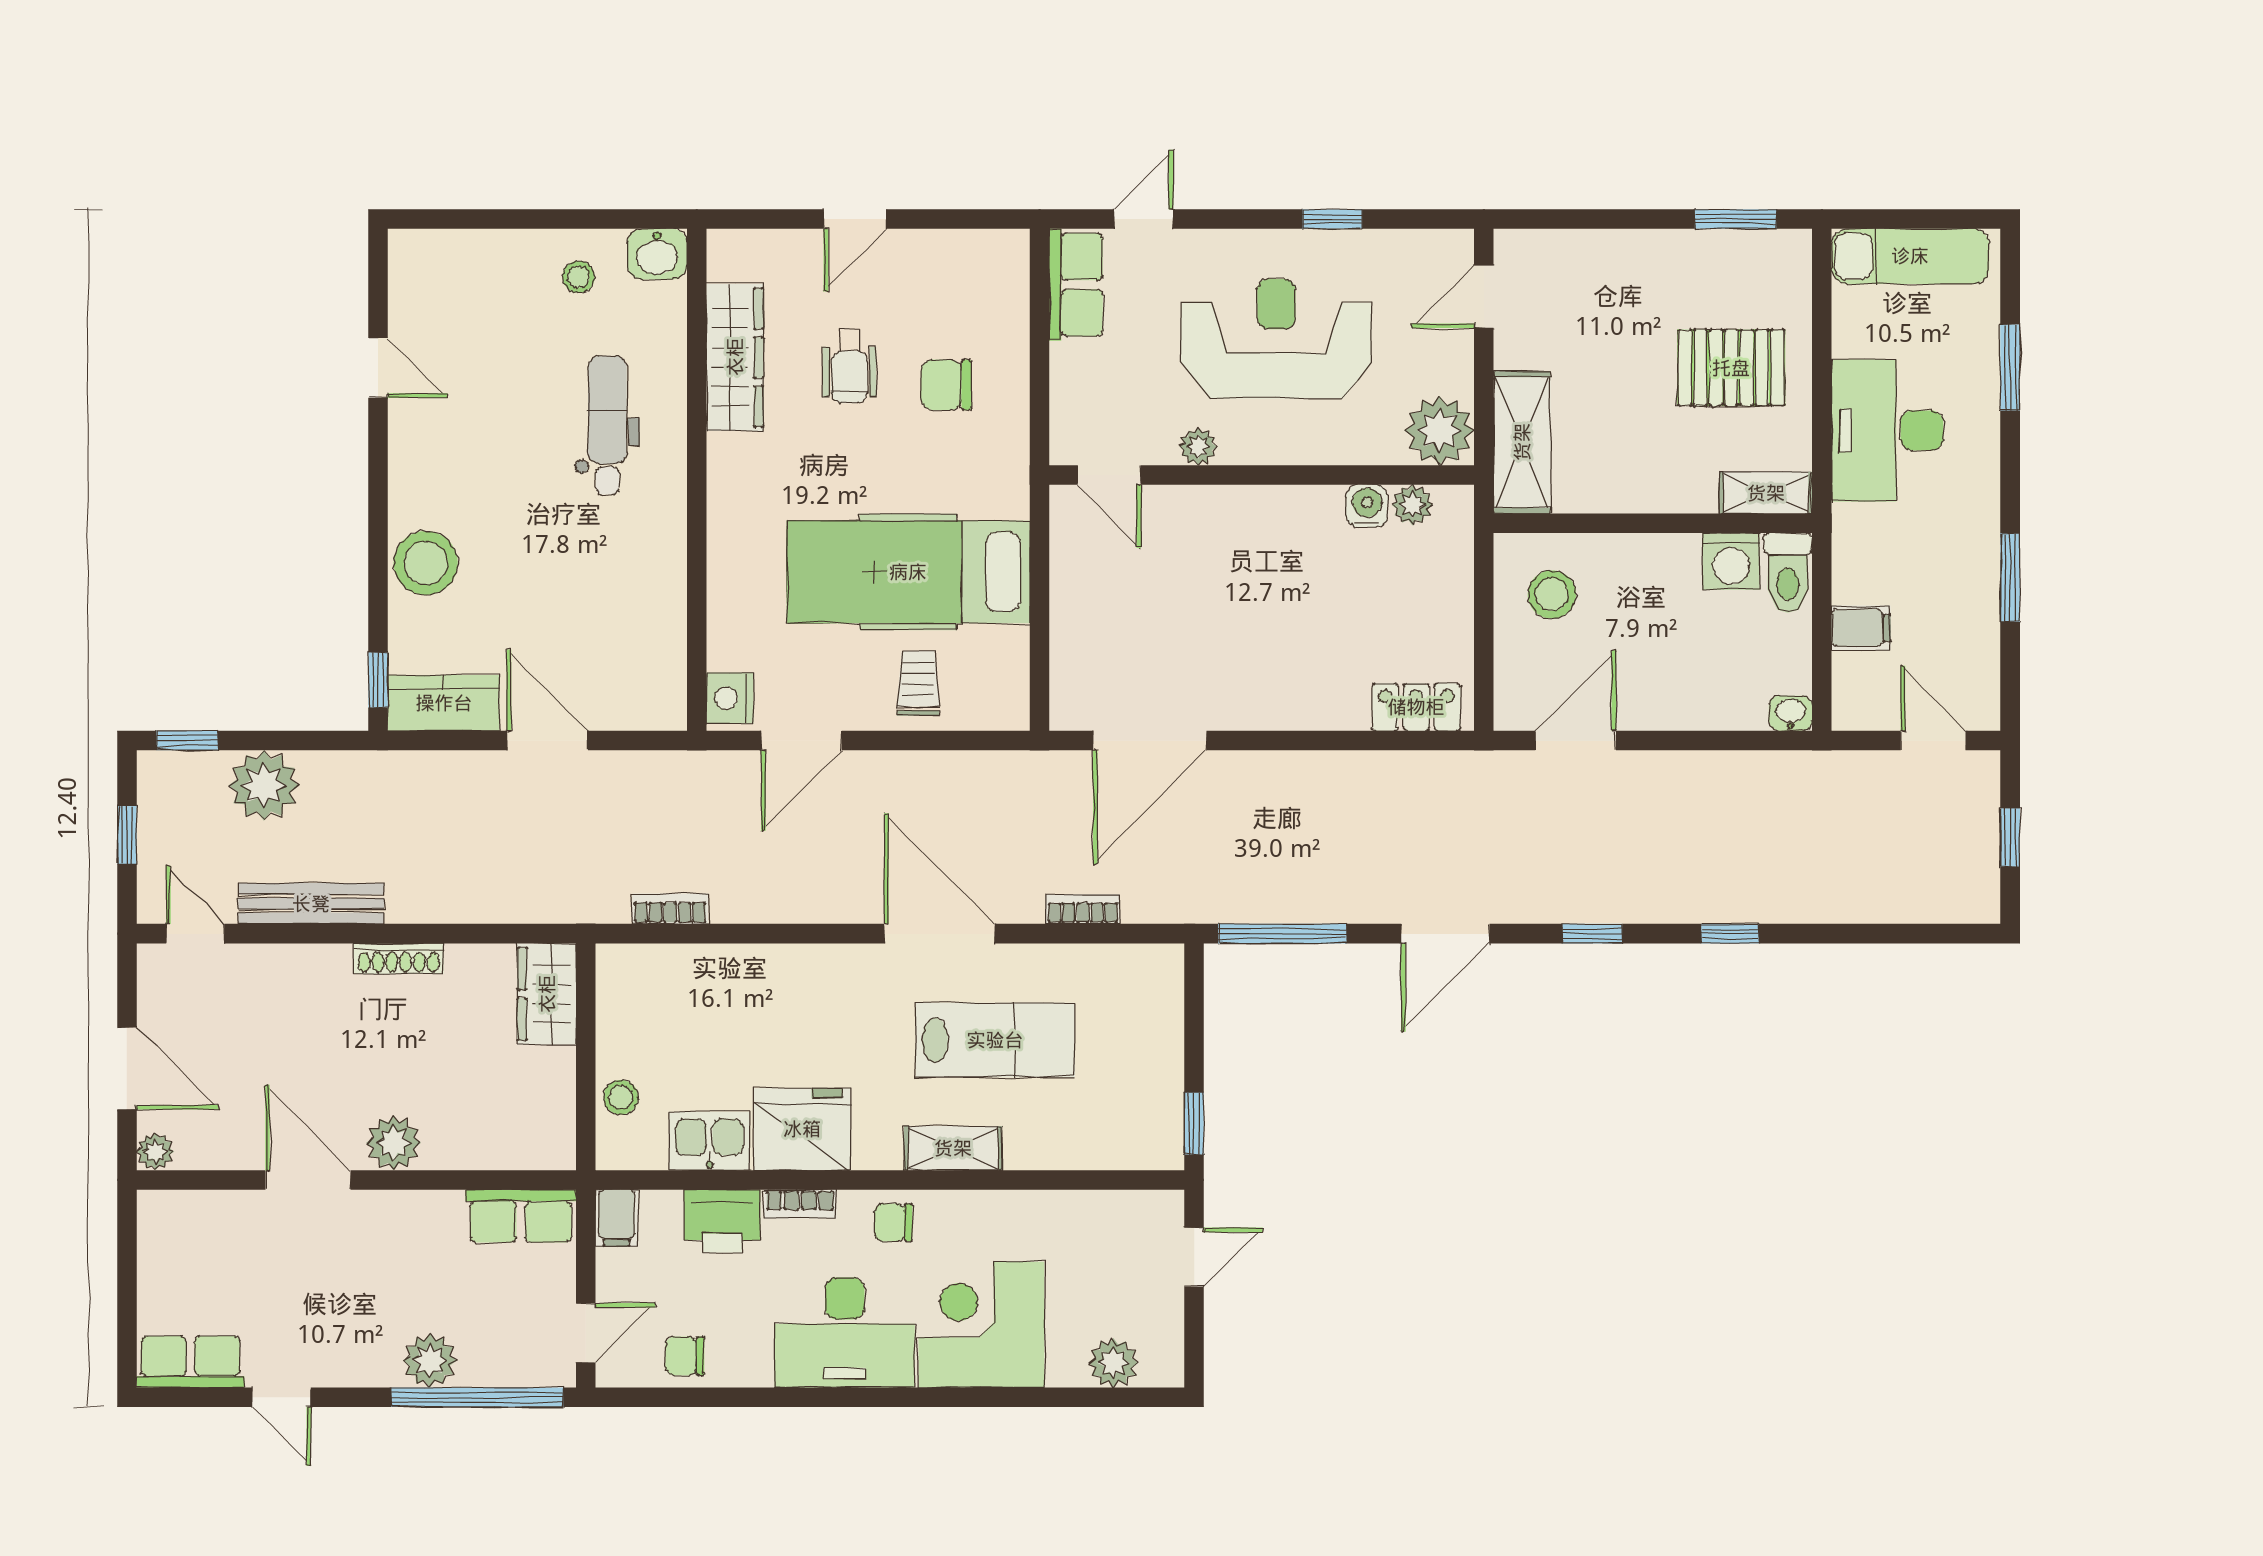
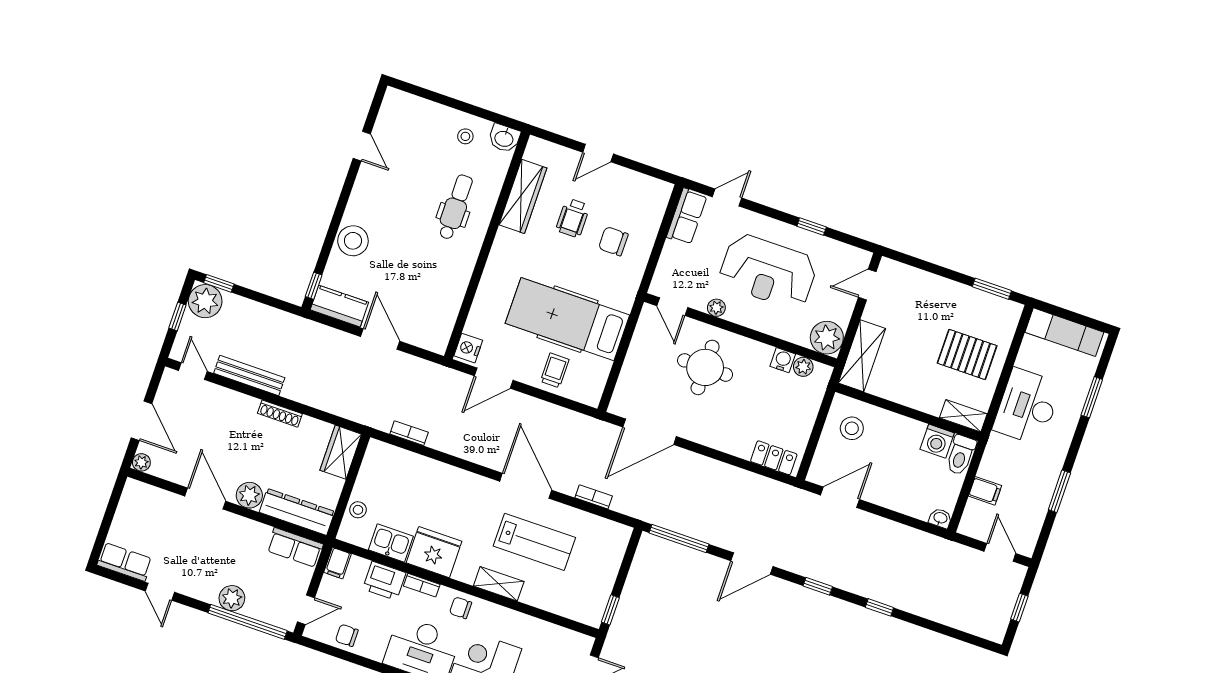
reception desk: (1276, 339) -> (768, 271), turned 180
round table: (1217, 574) -> (705, 367), added
plant: (264, 785) -> (205, 301), moved
dresser: (500, 1143) -> (297, 512), added

